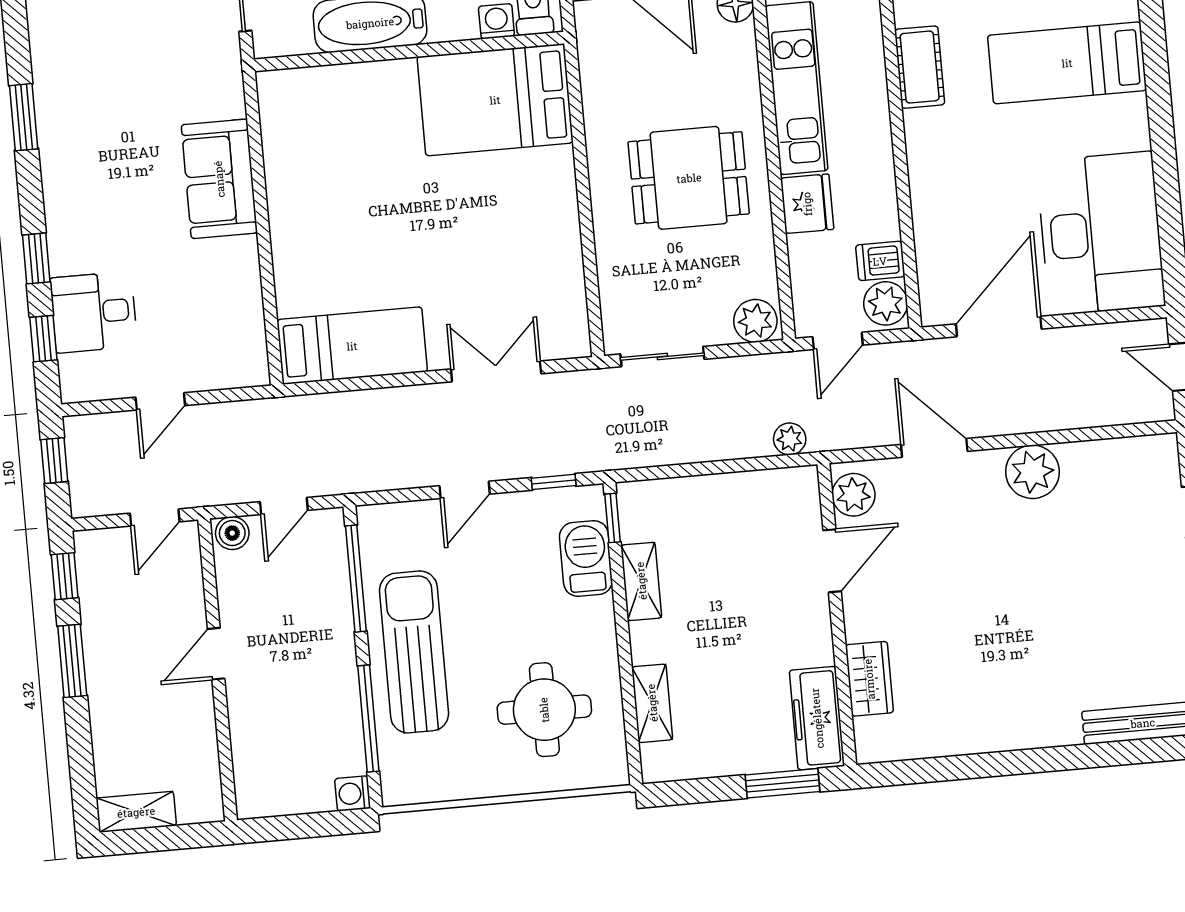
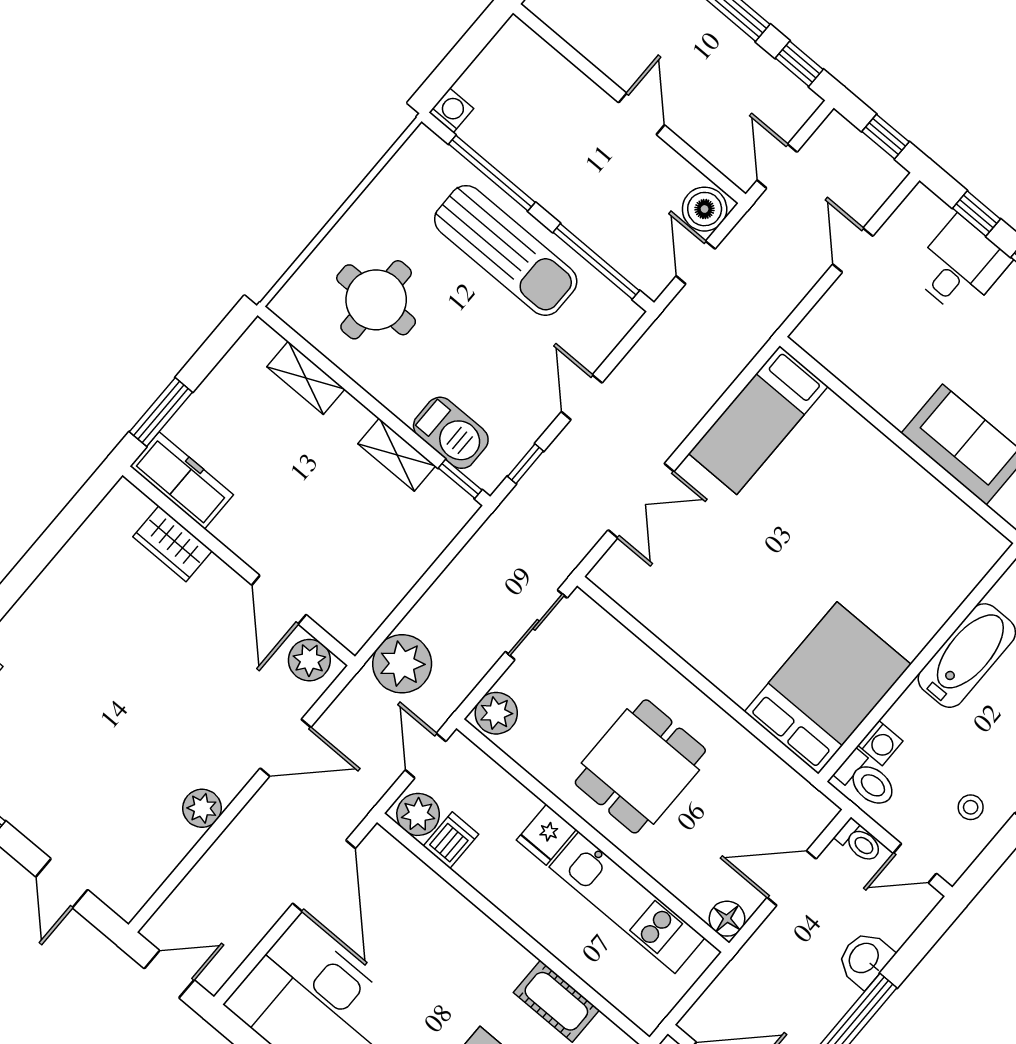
fridge: (807, 204) -> (546, 835), width x0.72
plant: (790, 439) -> (402, 664), width x1.88, depth x1.88
plant: (1032, 472) -> (202, 808), width x0.73, depth x0.73
boiler: (232, 533) -> (705, 209), width x1.36, depth x1.36

